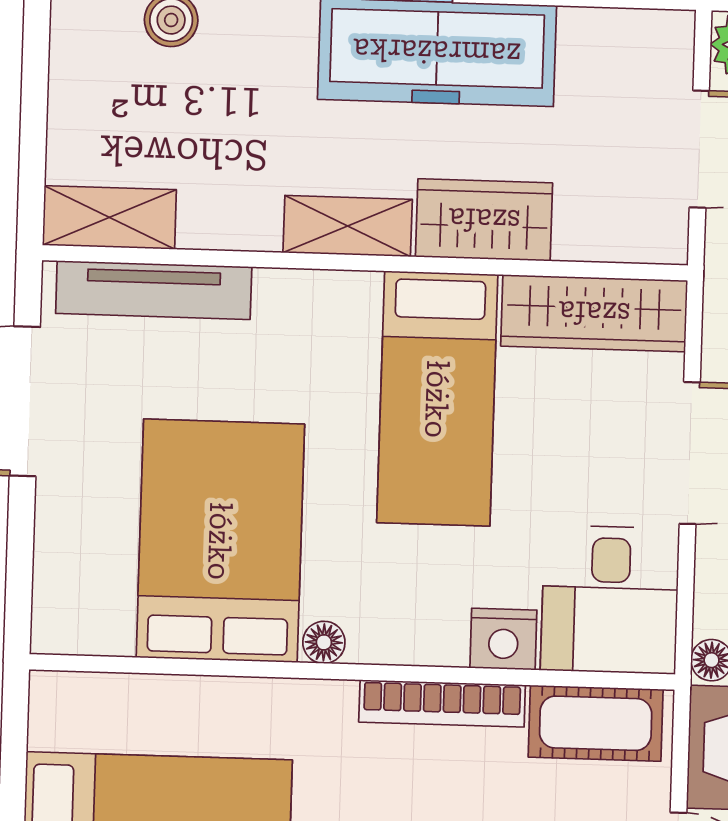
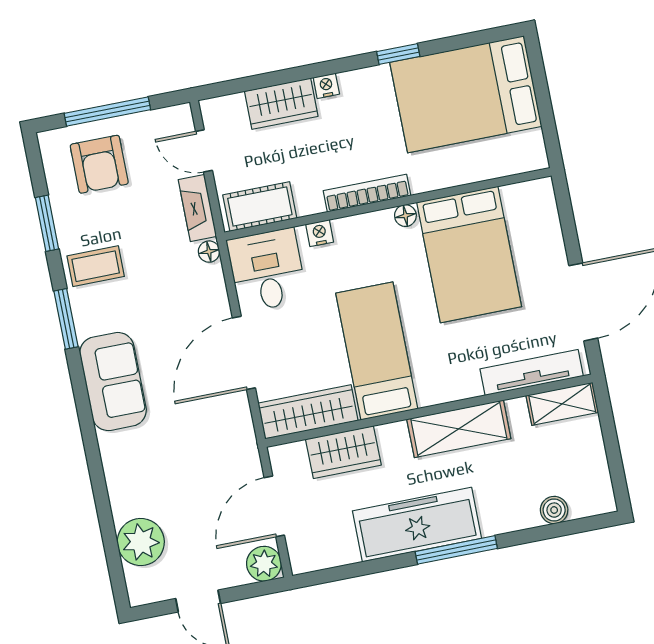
wardrobe: (484, 220) -> (343, 452), moved
shelving: (348, 226) -> (459, 429), width x1.50, depth x1.33
nightstand: (503, 639) -> (320, 233), width x0.72, depth x0.74
bookcase: (442, 703) -> (367, 193), moved

